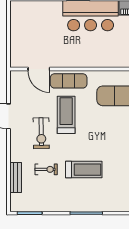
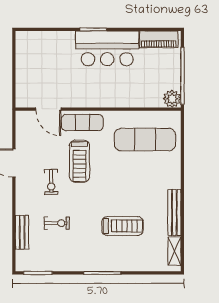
treadmill: (66, 115) -> (79, 161), turned 180
exercise bike: (41, 133) -> (51, 182), width x0.73, depth x0.72
treadmill: (84, 170) -> (122, 226), moved

